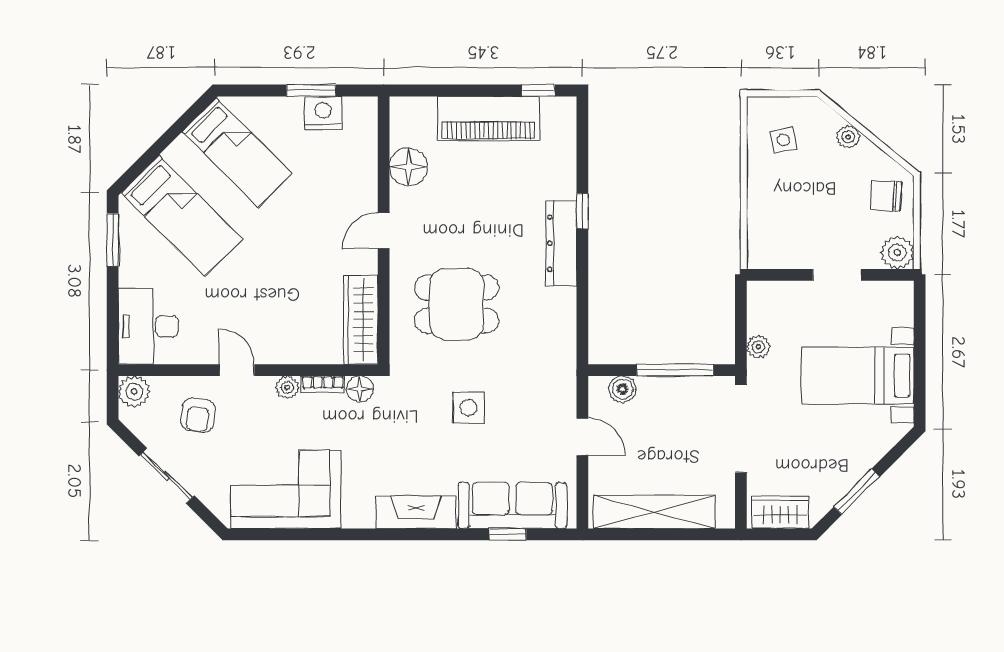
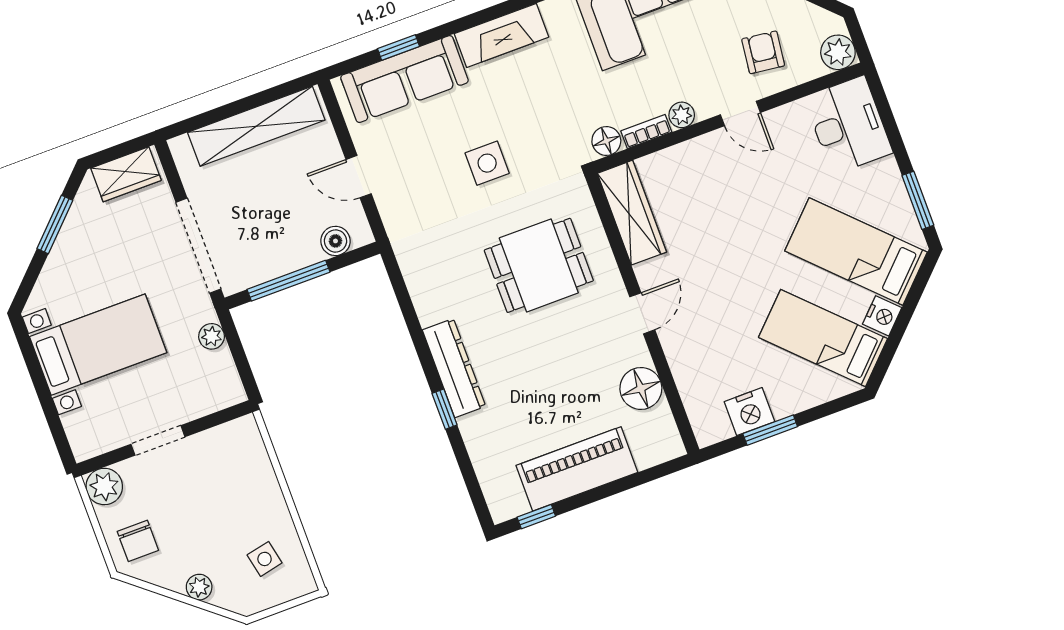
nightstand: (180, 153) -> (882, 316), added
chair: (886, 196) -> (138, 541), turned 87

